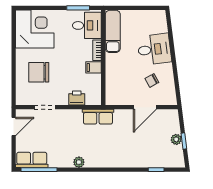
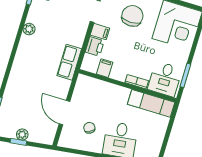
filing cabinet: (94, 67) -> (105, 68), moved
filing cabinet: (62, 97) -> (100, 32), added

